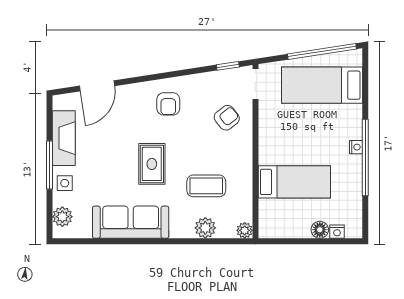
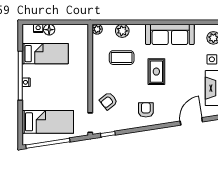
bed: (294, 182) -> (45, 54), moved, turned 180

